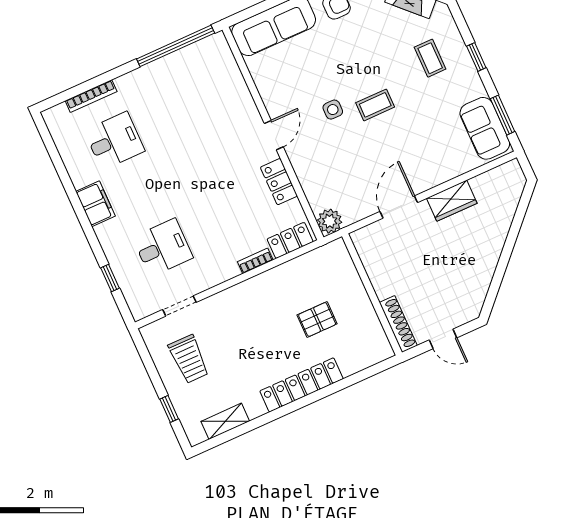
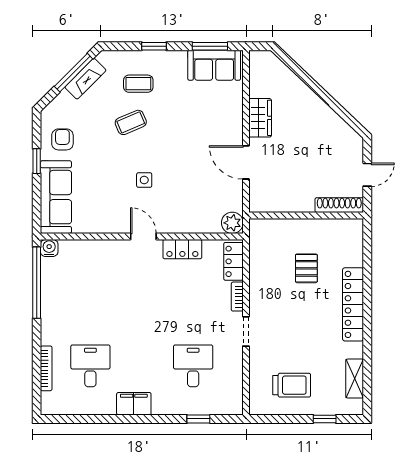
water cooler: (218, 43) -> (49, 248), added
coffee table: (375, 105) -> (131, 122), moved, turned 67
doorway: (179, 306) -> (246, 331), moved

